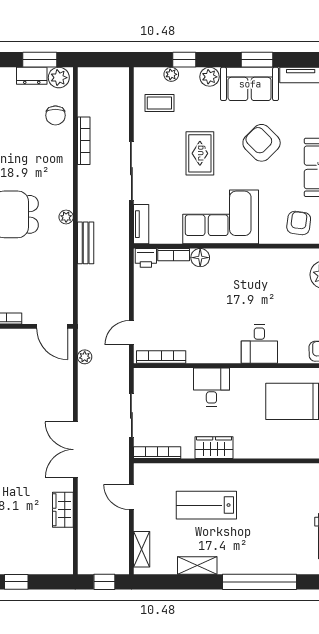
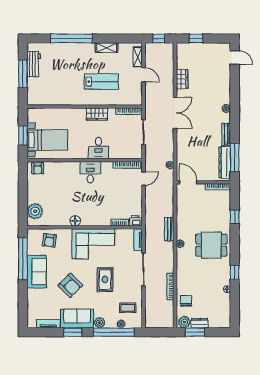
window: (184, 60) -> (114, 332), width x3.17
floor lamp: (200, 258) -> (75, 221), moved
desk: (259, 344) -> (90, 172), moved
door: (131, 497) -> (143, 75), moved
window: (16, 582) -> (196, 38), moved

